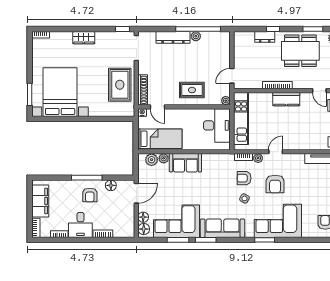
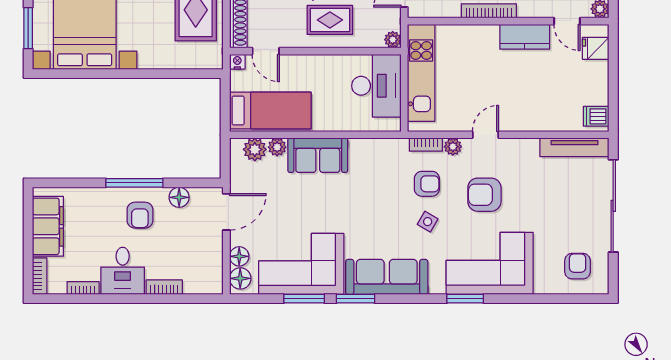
kitchen counter: (286, 99) -> (525, 37), moved
armchair: (244, 178) -> (427, 184), turned 180
armchair: (275, 184) -> (484, 195), turned 90

